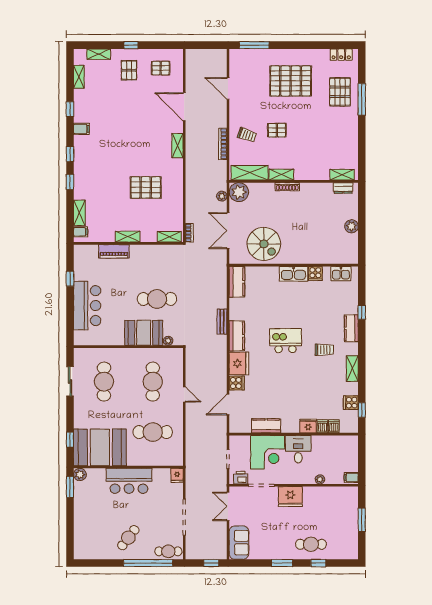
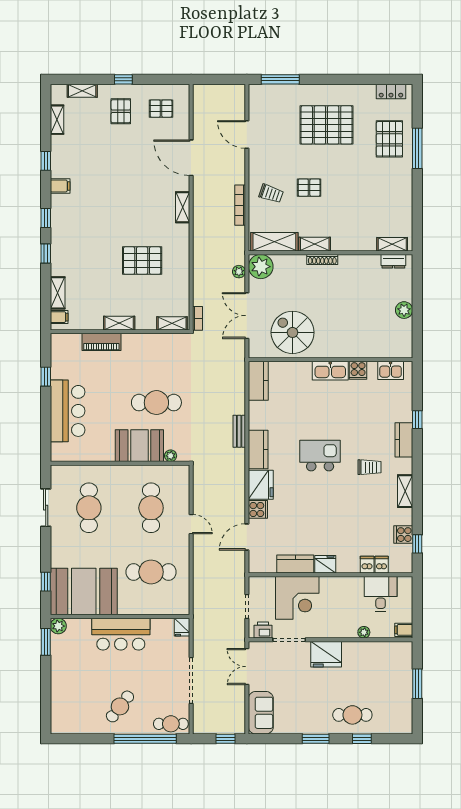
spiral stairs: (264, 244) -> (293, 332), turned 180
fridge: (308, 426) -> (325, 564), moved
desk: (298, 449) -> (381, 594), moved

